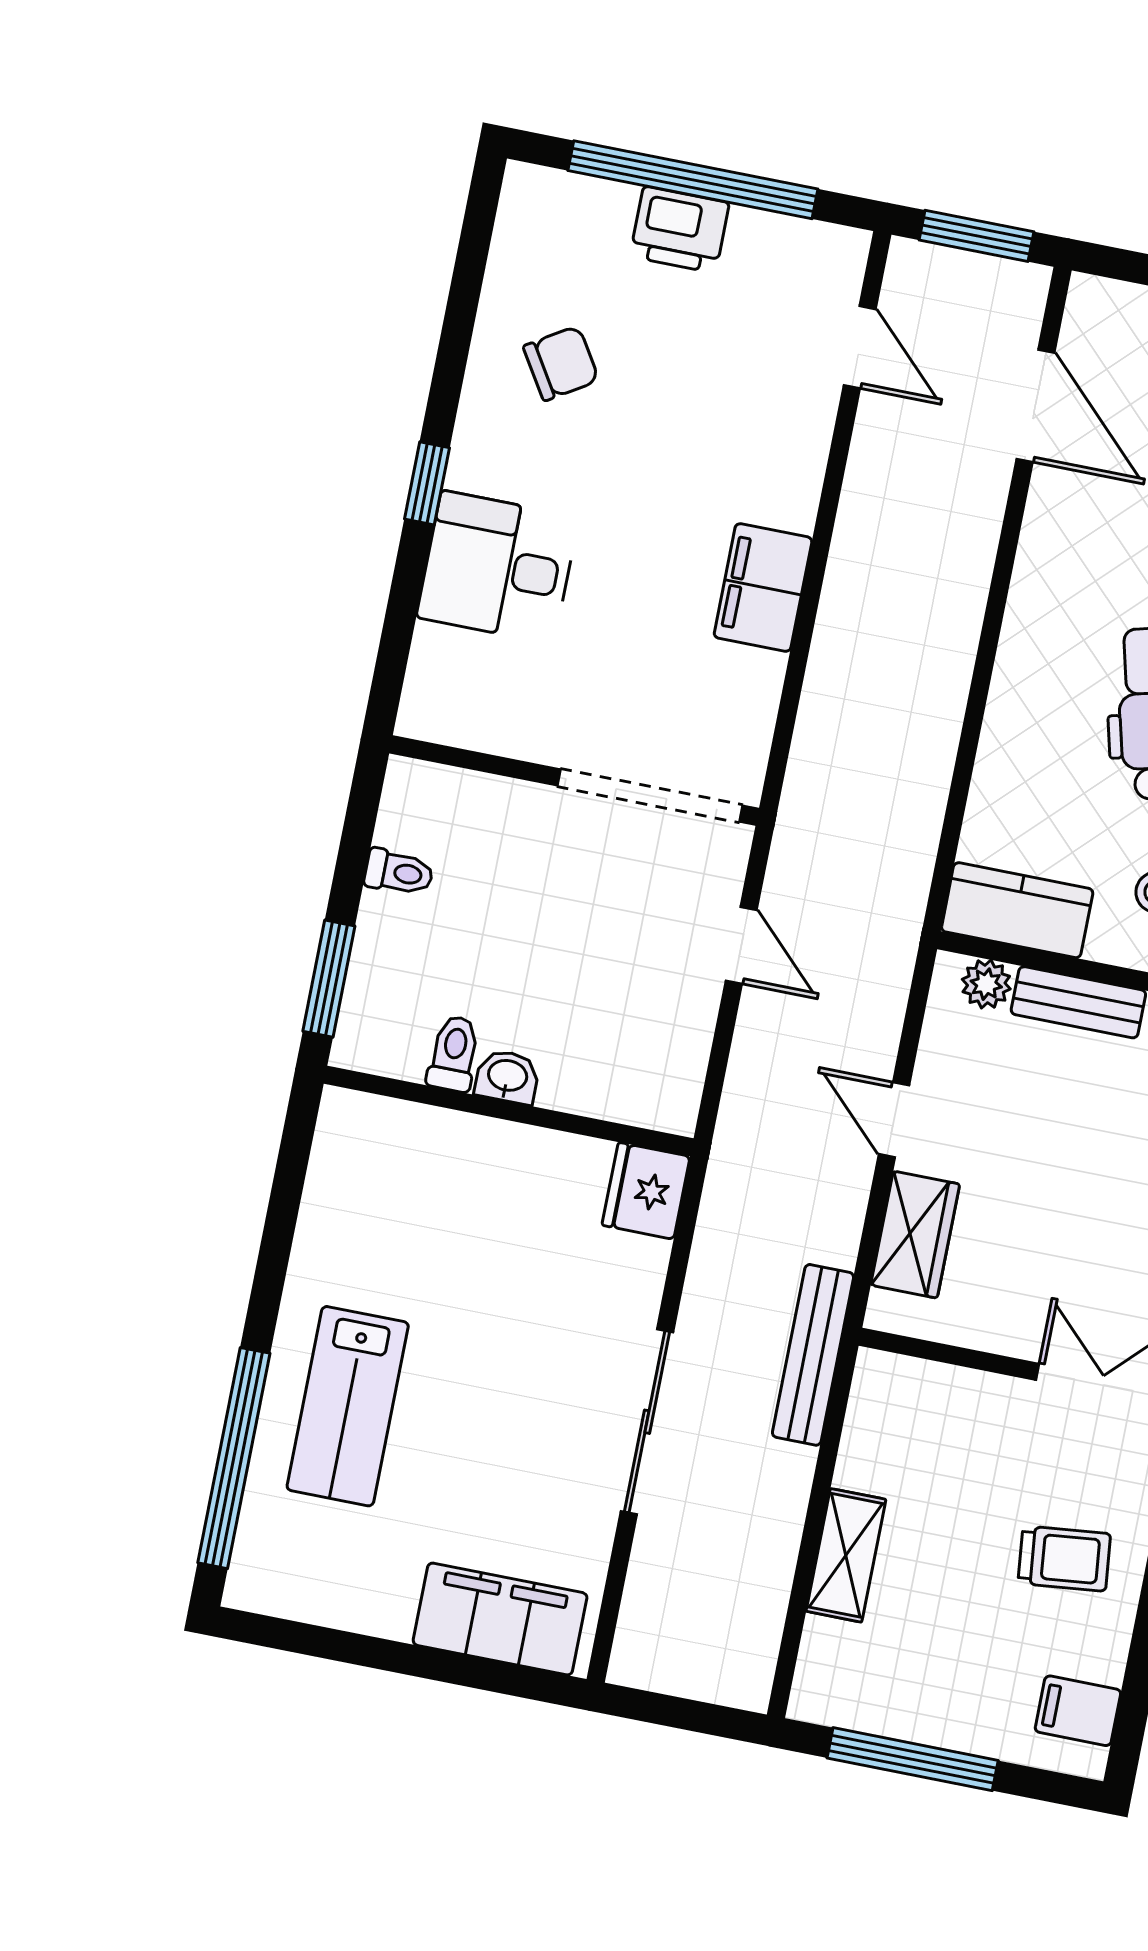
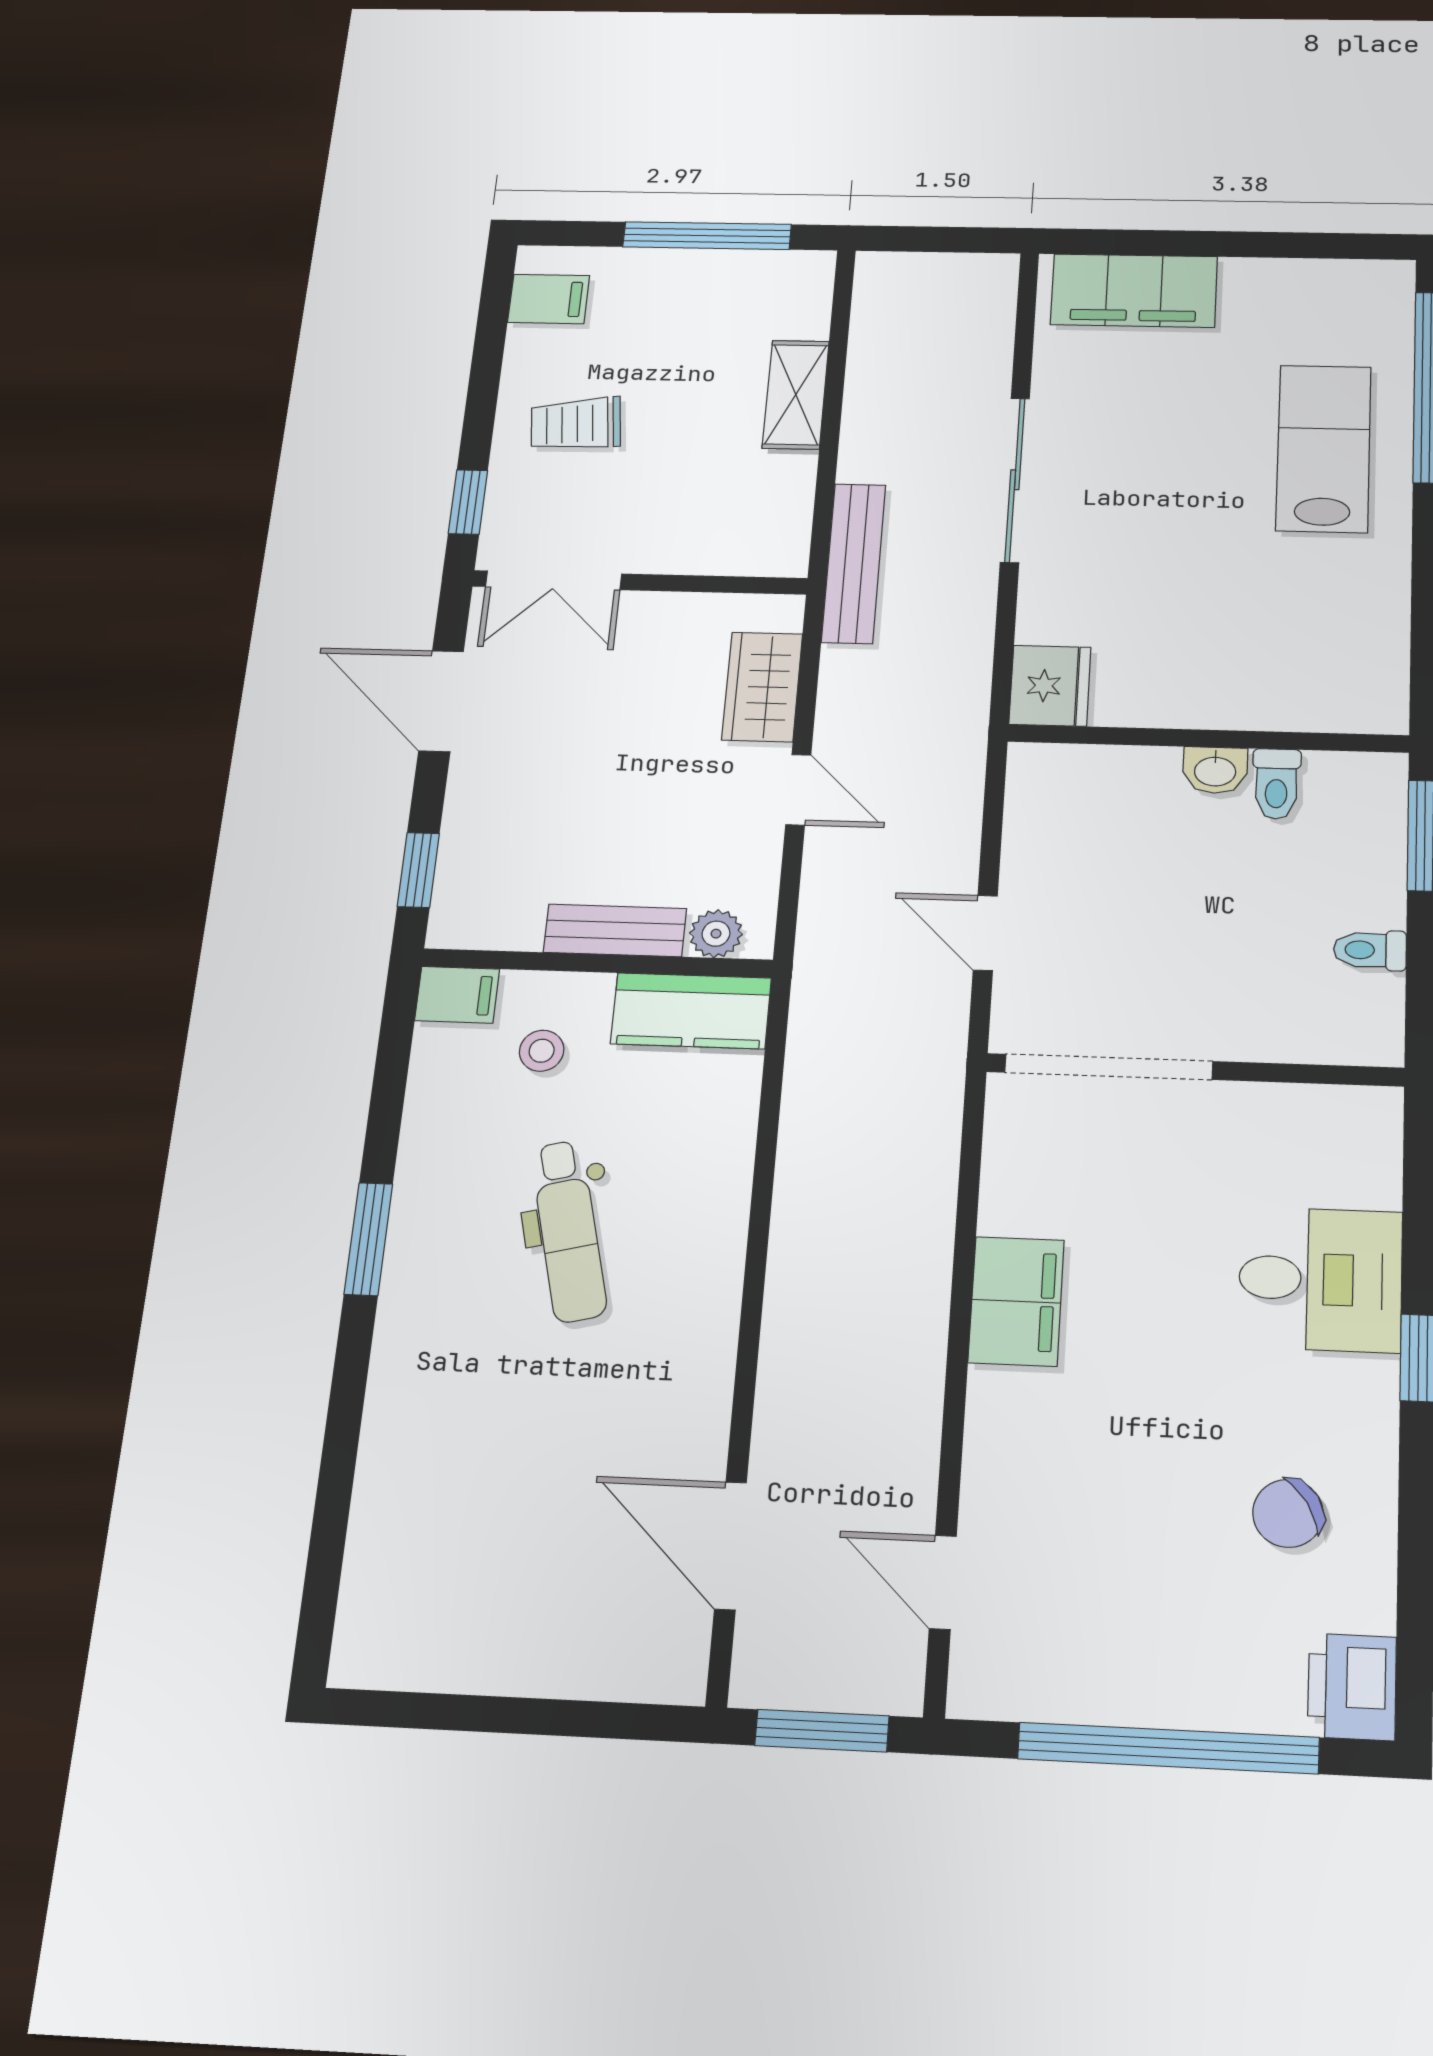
printer: (680, 230) -> (1352, 1687), moved, turned -90

